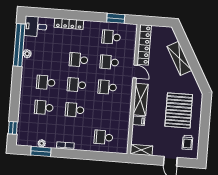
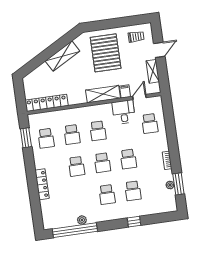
desk: (36, 27) -> (124, 112), moved, turned 180
shelving: (180, 58) -> (63, 56), moved
door: (135, 72) -> (139, 97), moved
pallet: (179, 110) -> (106, 53), turned 90
window: (13, 128) -> (134, 222), moved
shelving: (141, 150) -> (153, 71), moved

